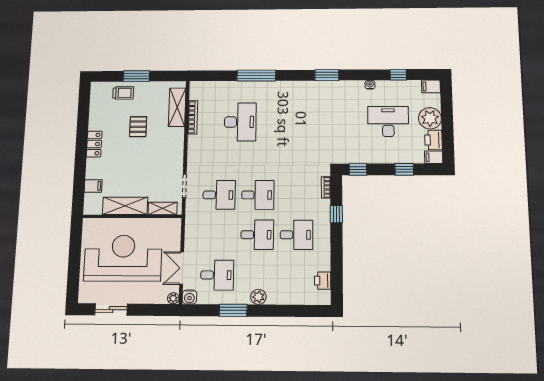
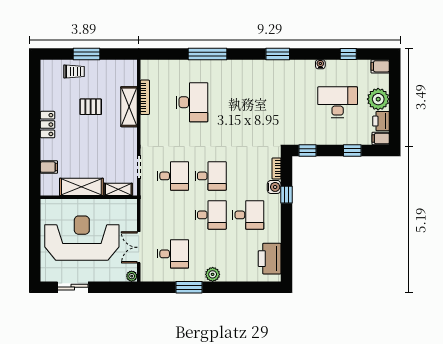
shelving: (177, 107) -> (129, 107), moved
pallet: (138, 127) -> (91, 107), turned 90
printer: (323, 281) -> (270, 259), width x1.87, depth x1.48
water cooler: (189, 297) -> (274, 187), moved, turned -90

